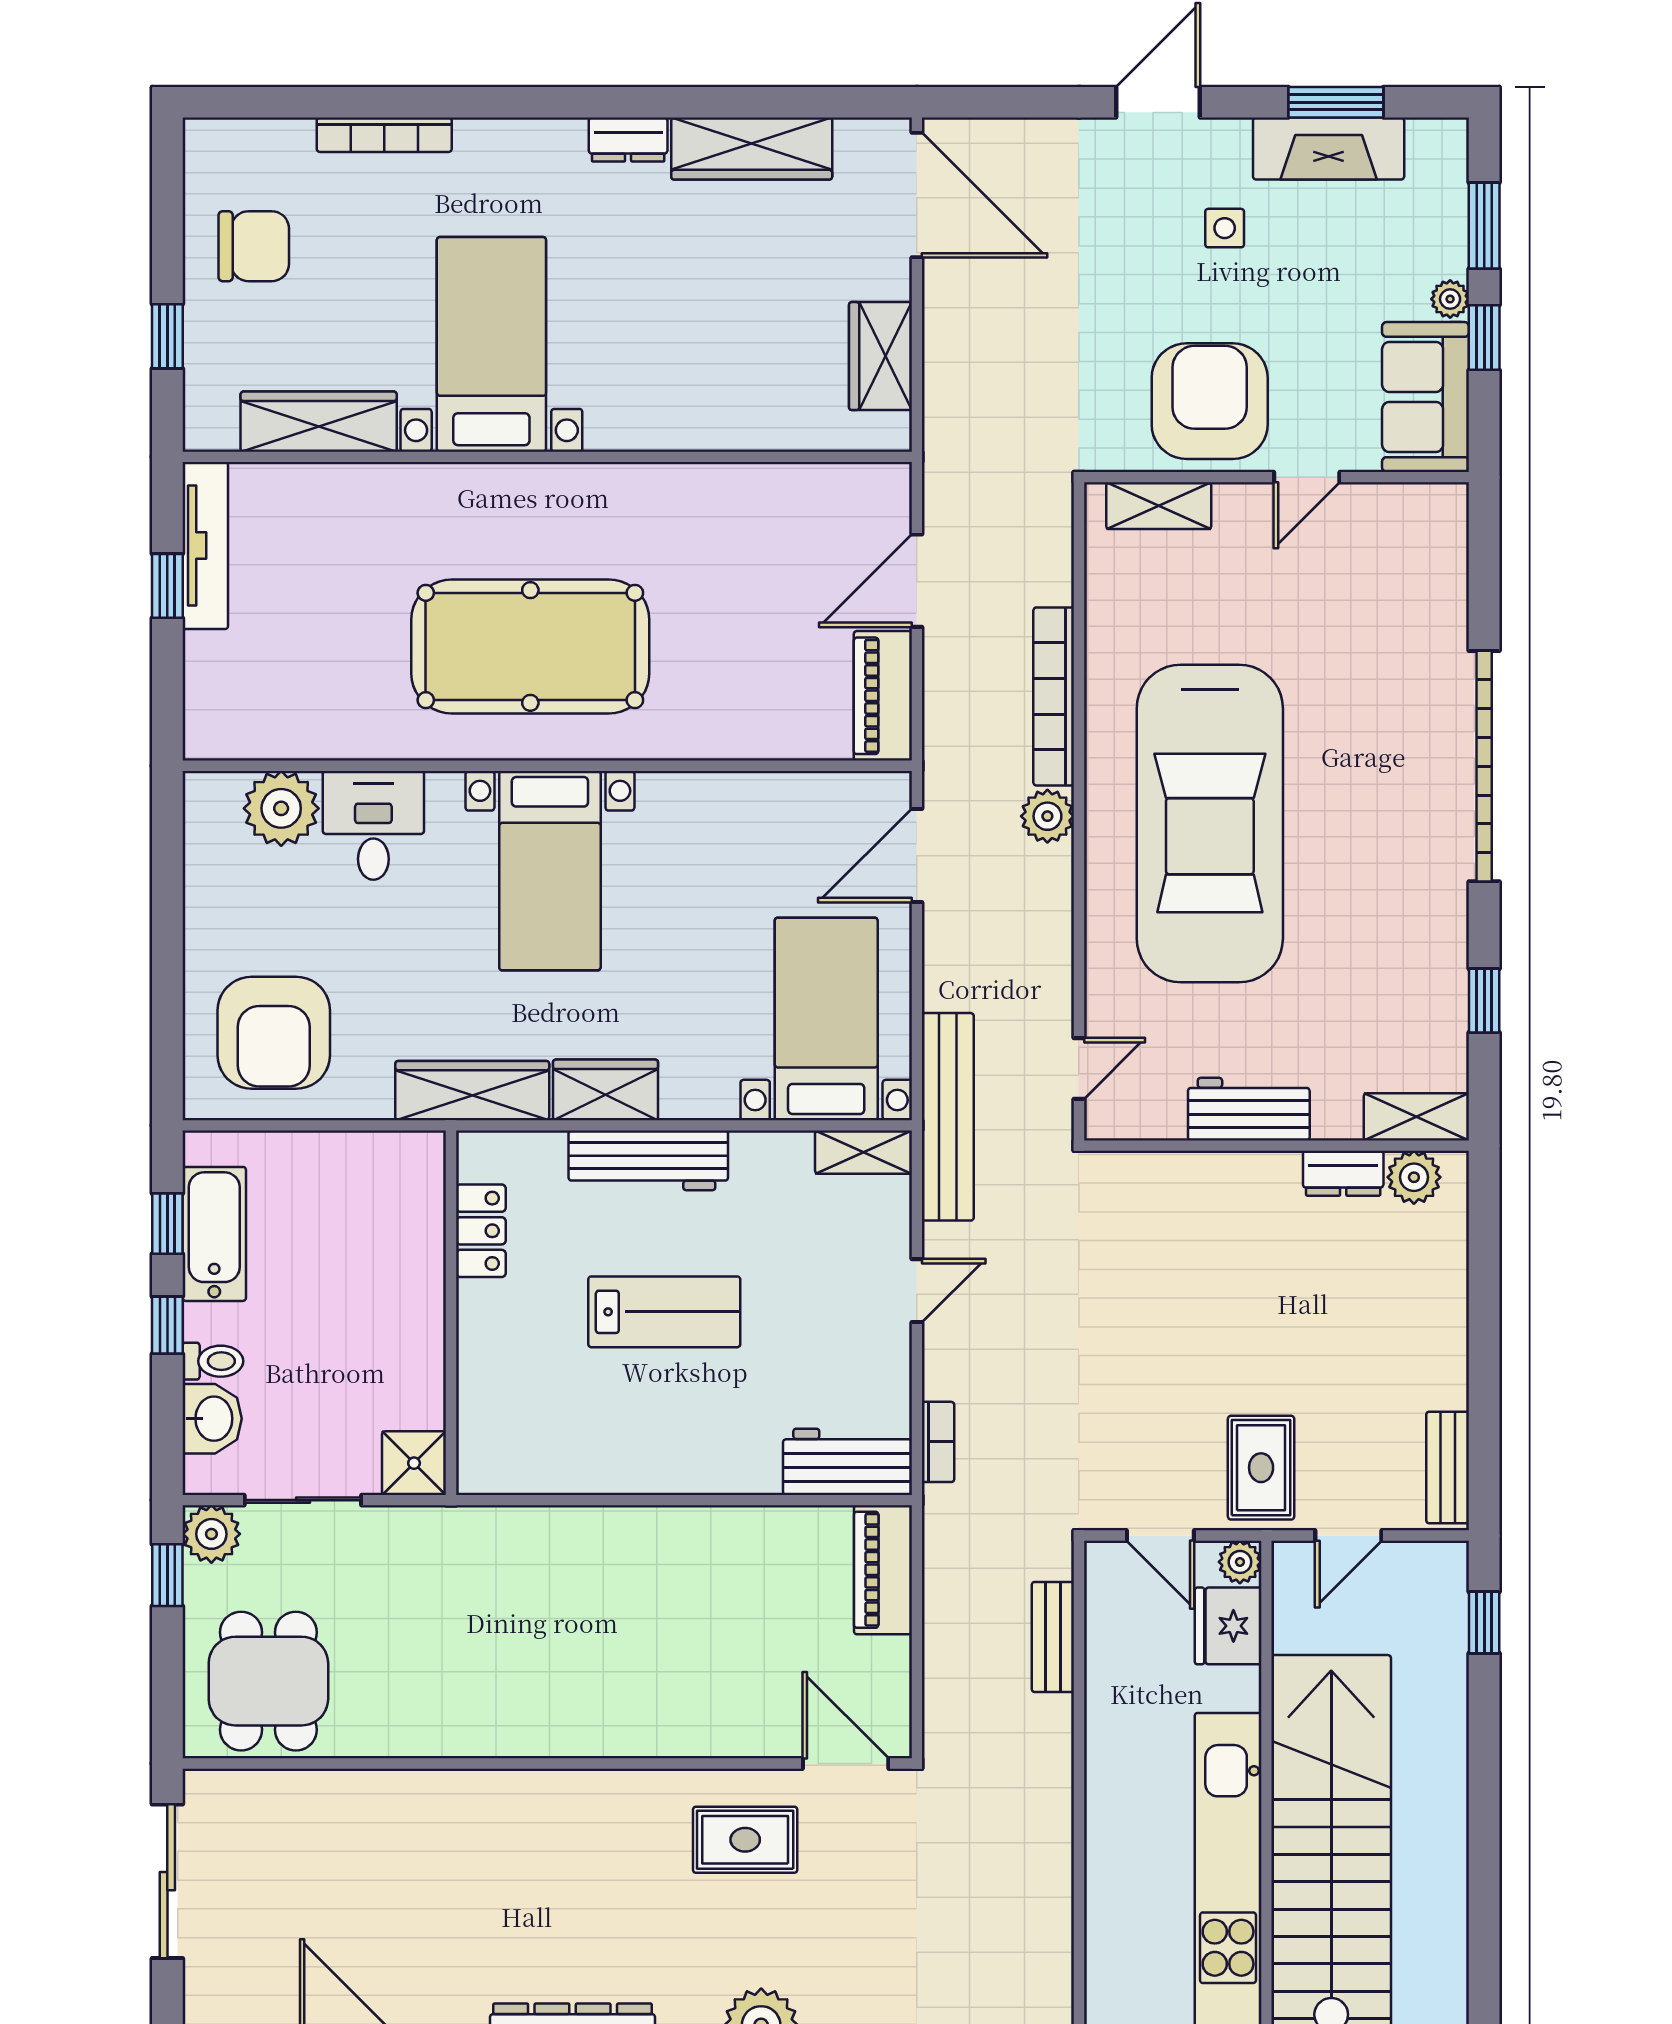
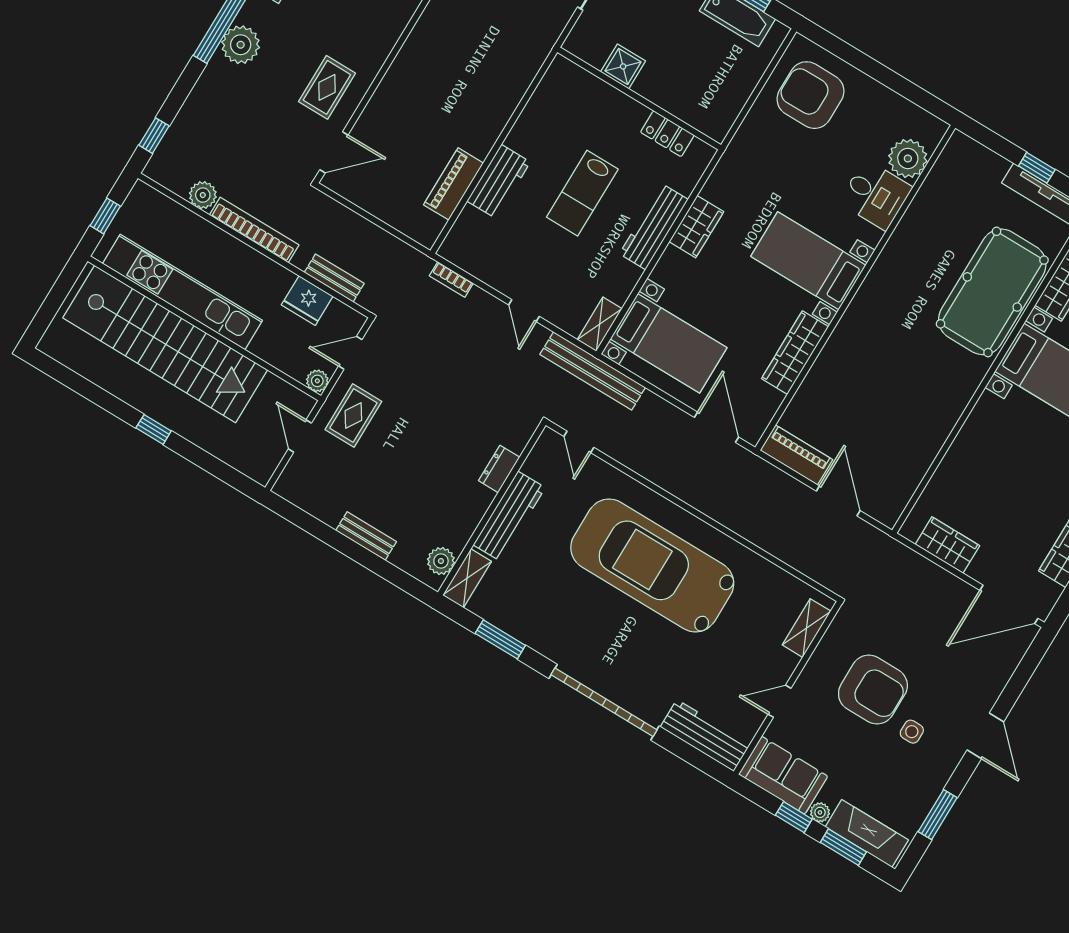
fireplace: (1329, 149) -> (867, 833), moved, turned 90
armchair: (1210, 401) -> (873, 690), moved
door: (1307, 477) -> (780, 701), hinge flipped
workbench: (1438, 566) -> (705, 735), added
pool table: (530, 646) -> (992, 292), moved
bookcase: (1054, 696) -> (254, 230), moved
plant: (1047, 816) -> (203, 195), moved
window: (1484, 1001) -> (500, 639), width x1.50
wardrobe: (472, 1091) -> (795, 353), moved, turned 180
workbench: (1249, 1109) -> (509, 516), width x1.38
dresser: (1343, 1173) -> (499, 469), moved
workbench: (847, 1462) -> (499, 181), moved
shower: (414, 1463) -> (623, 66), moved
bench: (1448, 1467) -> (366, 536), moved
rug: (1261, 1468) -> (353, 415), turned 90
piano: (883, 1570) -> (453, 184), moved, turned -90
window: (1484, 1623) -> (154, 429), moved
fridge: (1228, 1626) -> (307, 301), moved, turned 180

